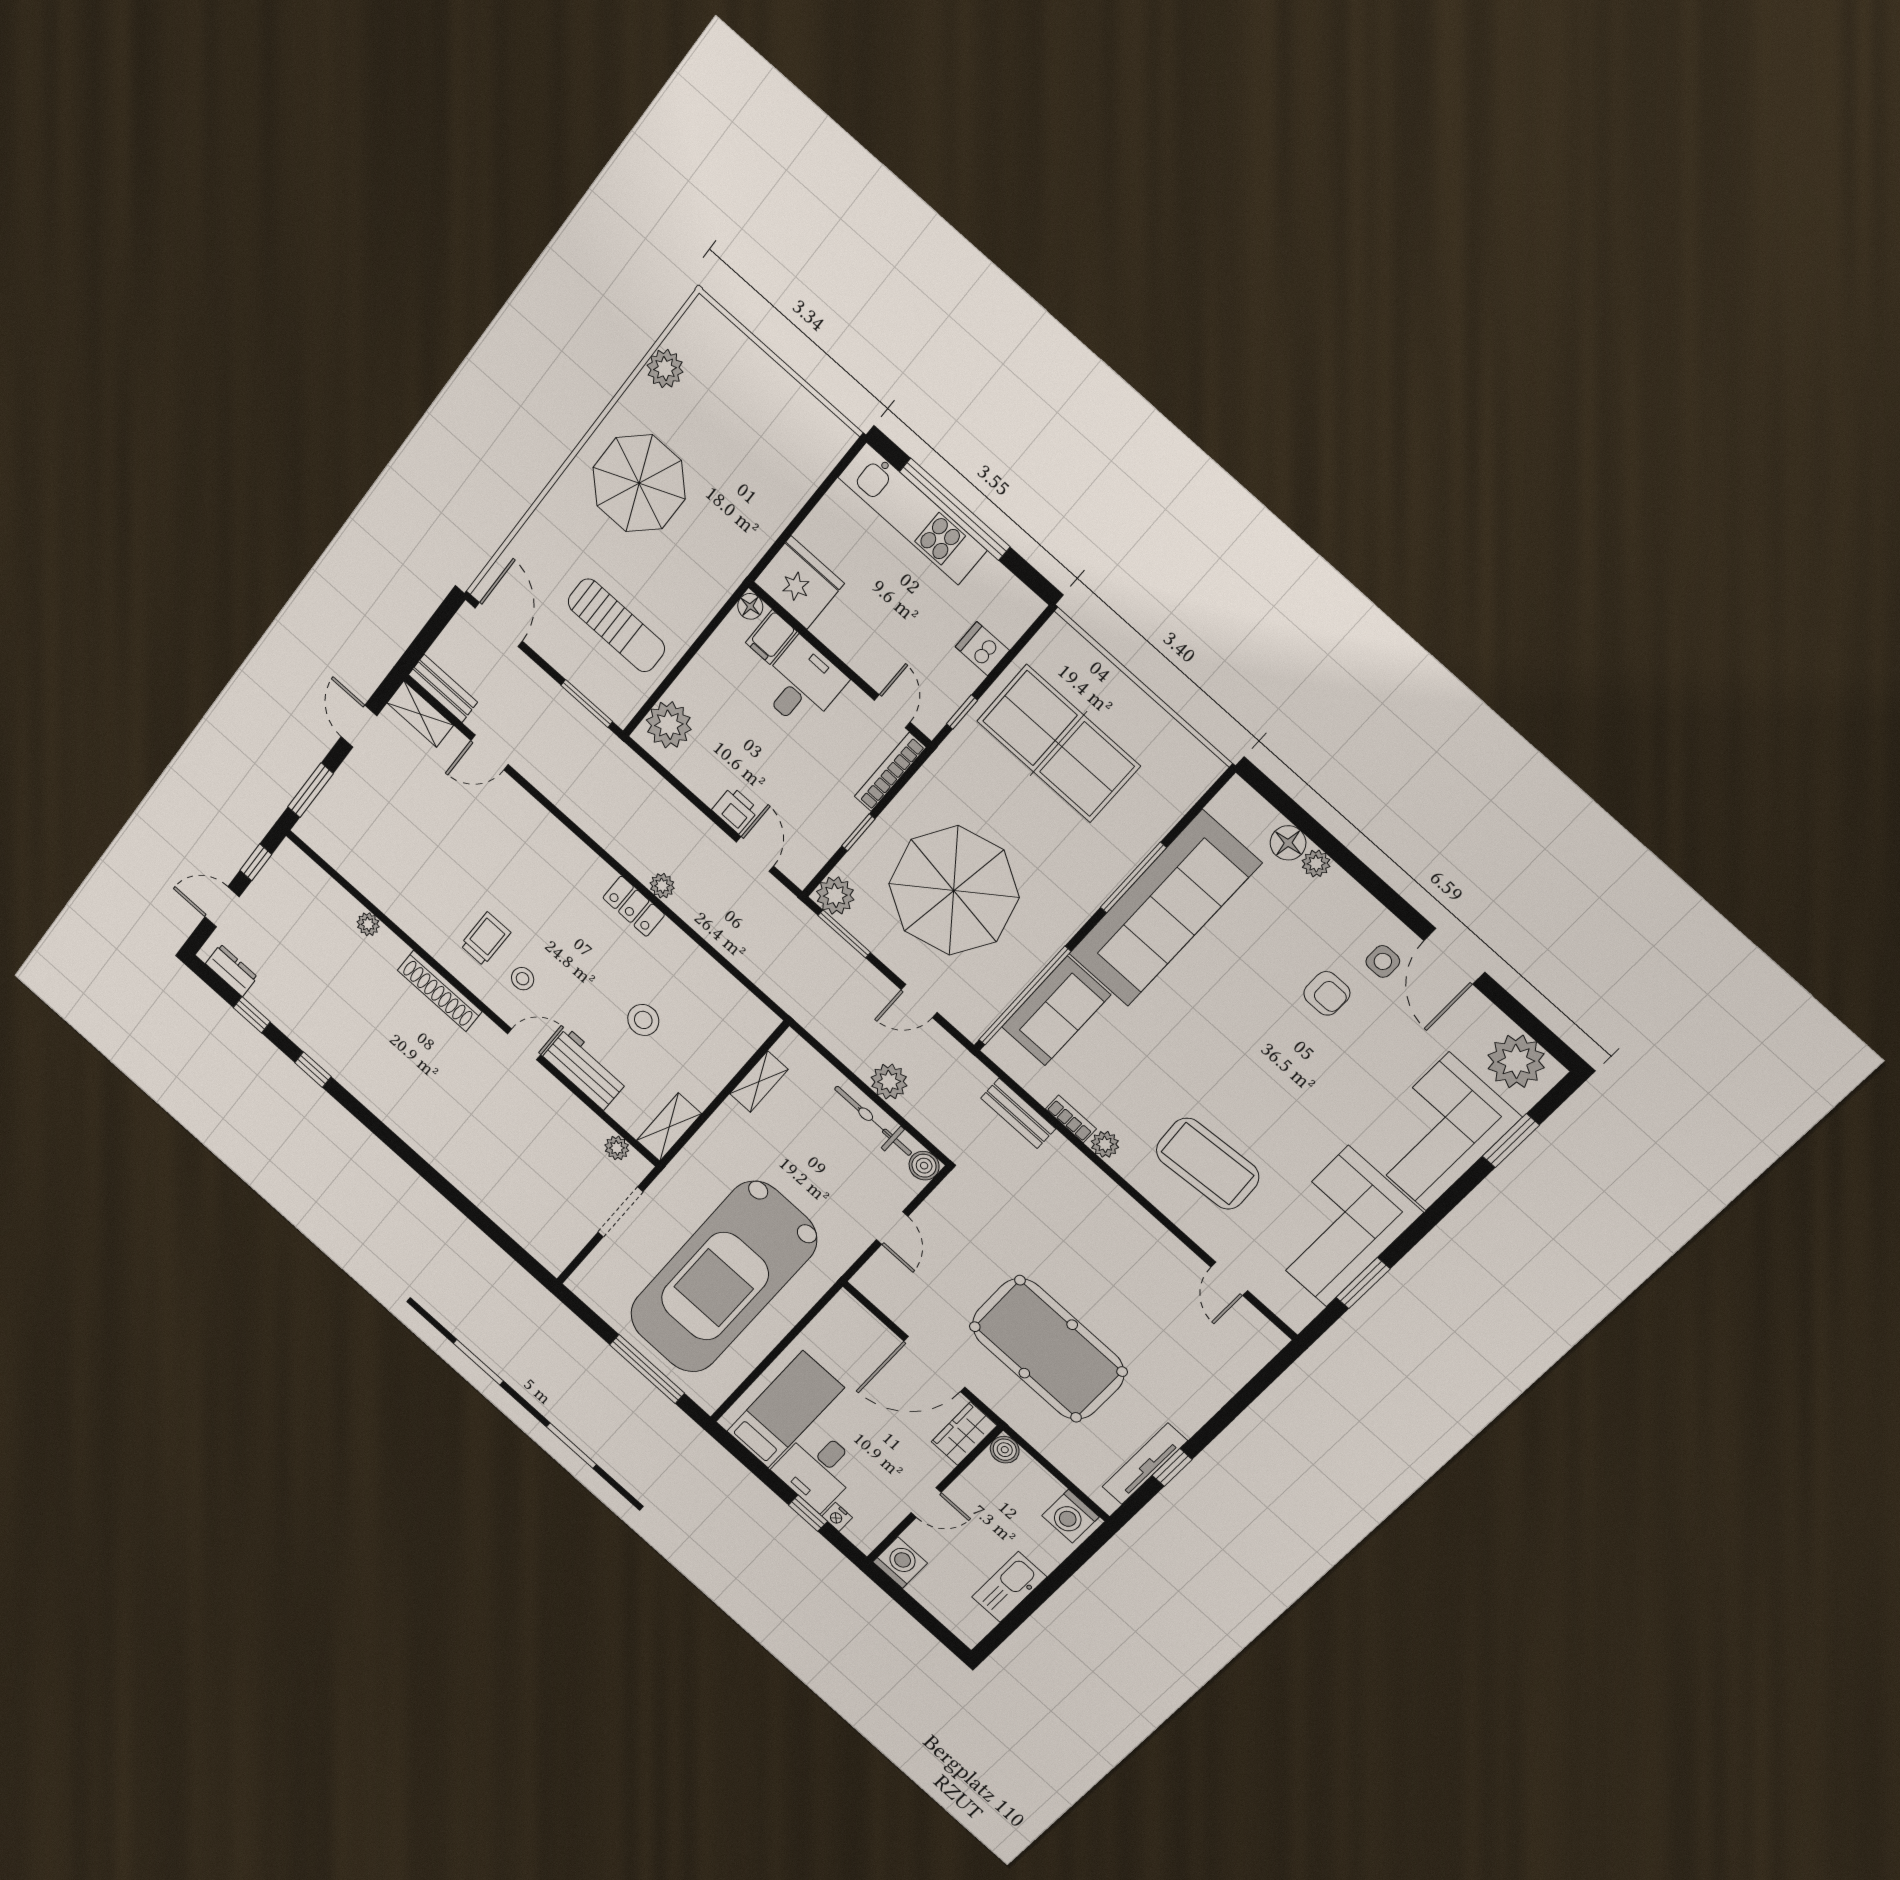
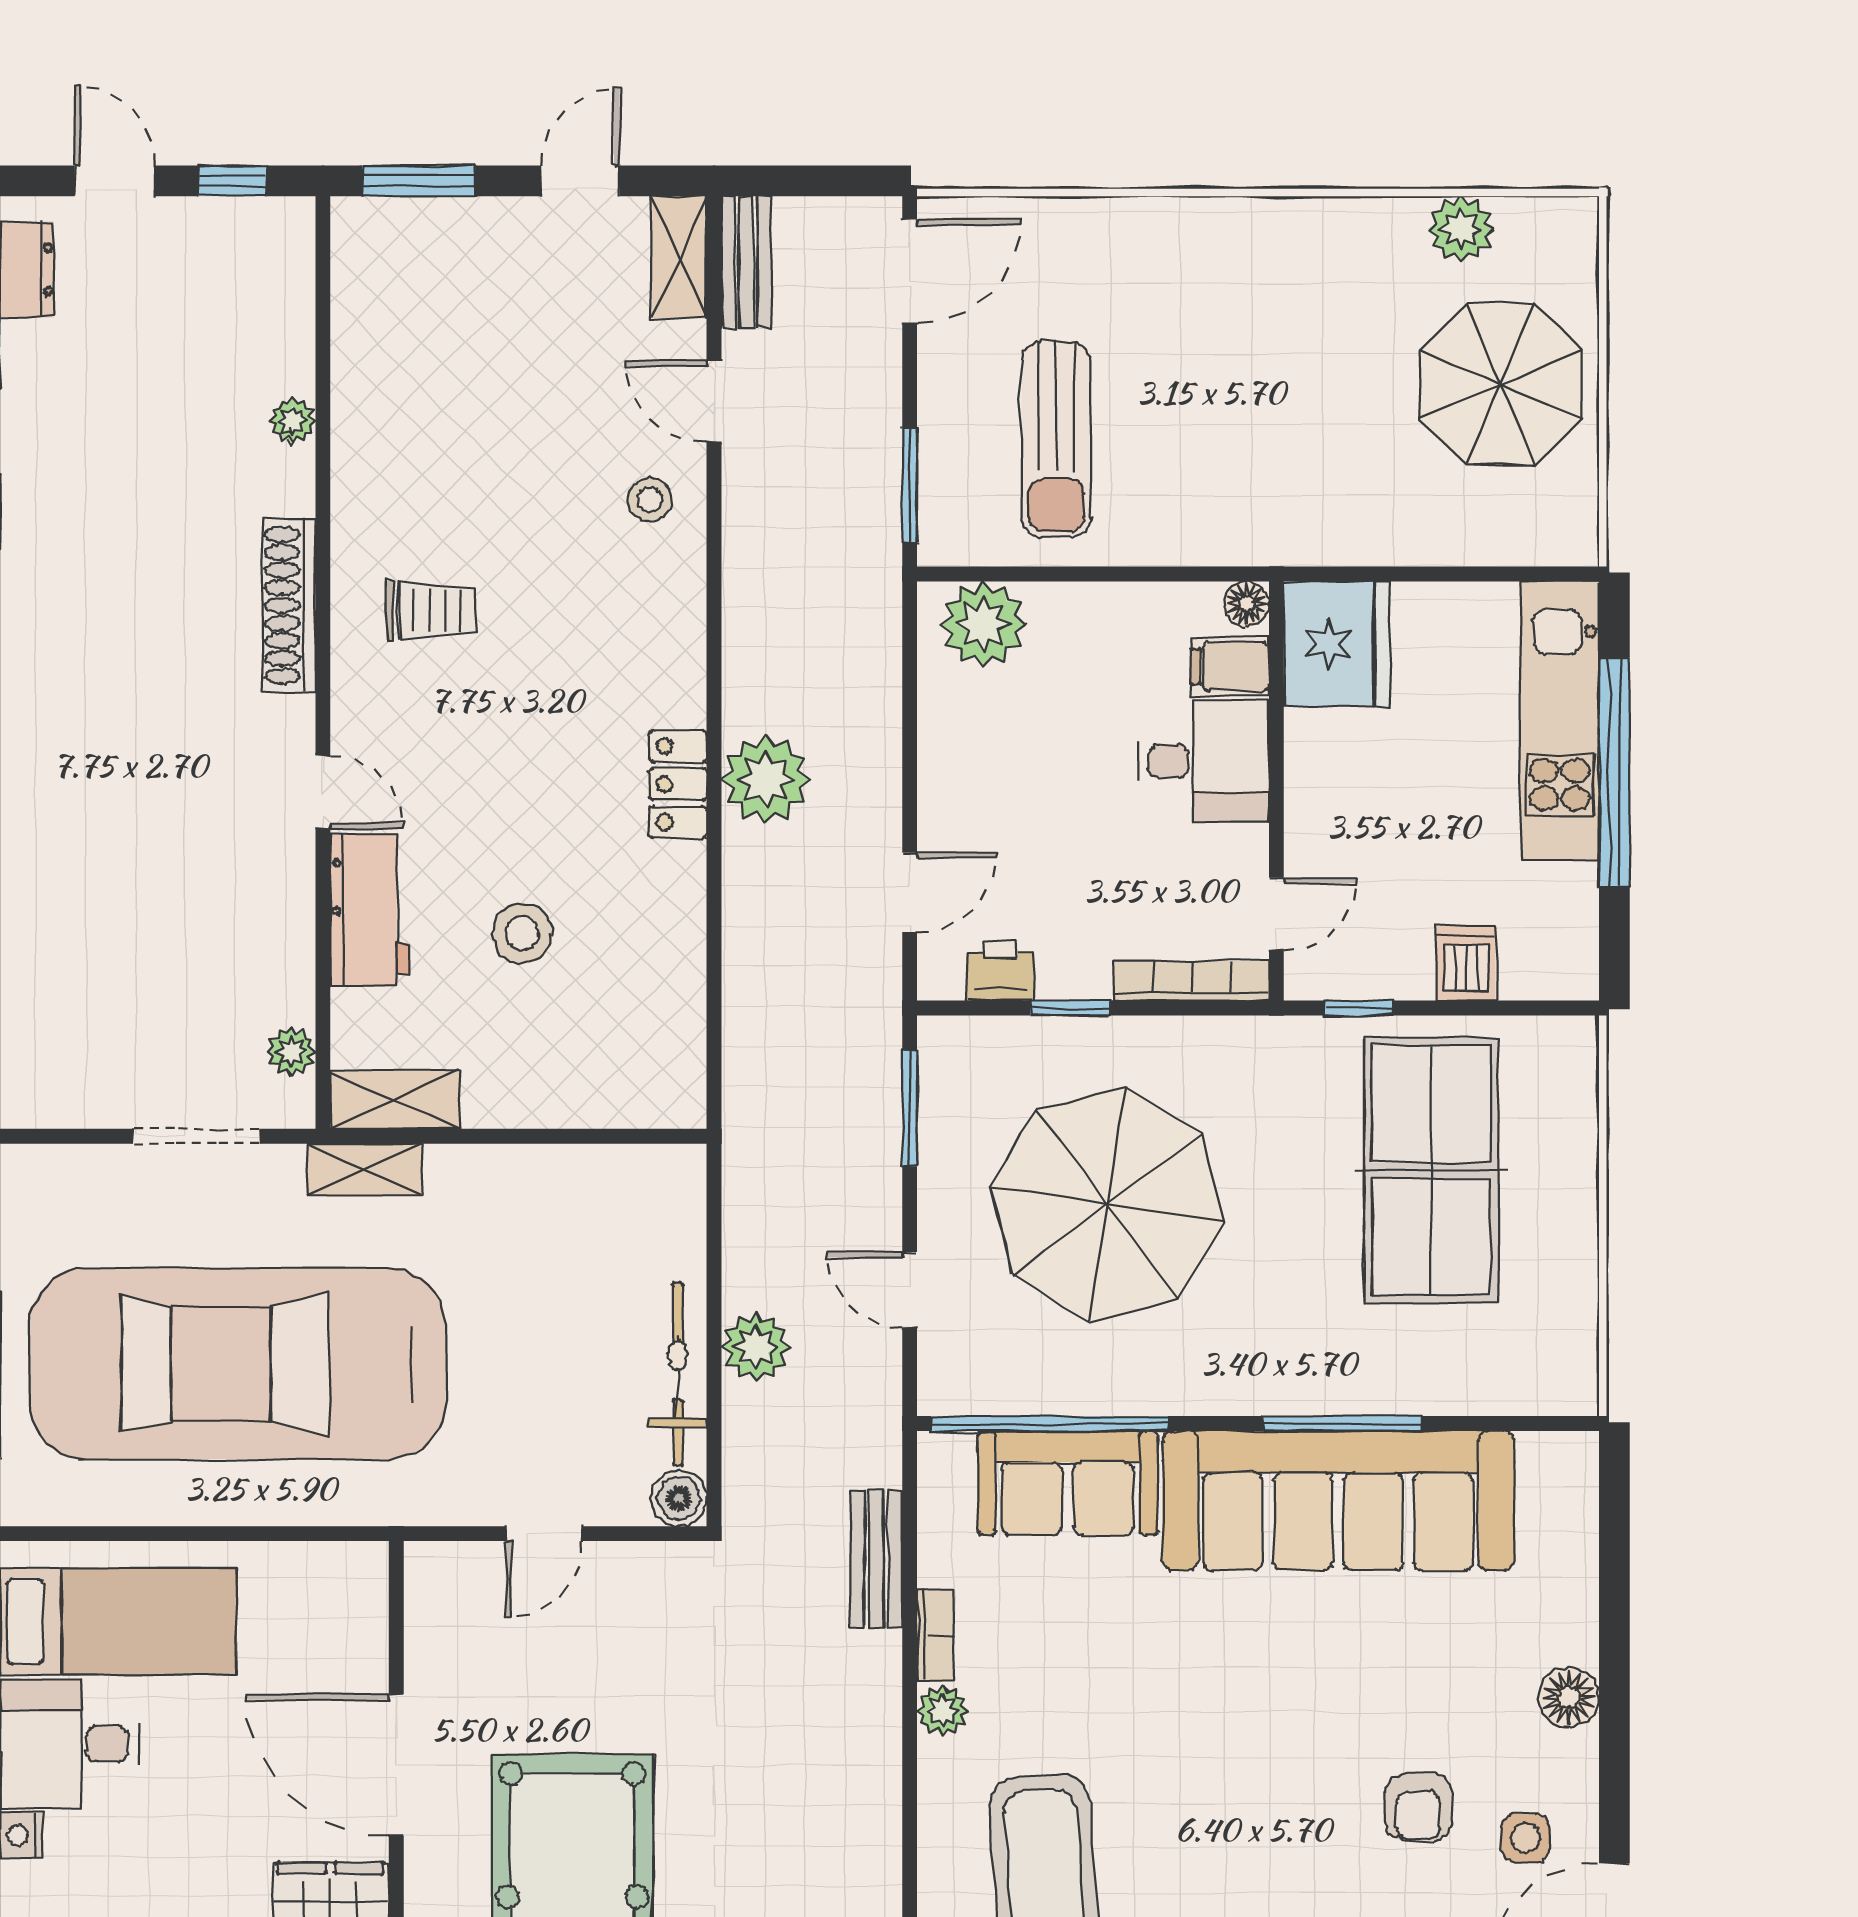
parasol: (639, 483) -> (1501, 384), moved
printer: (735, 810) -> (1000, 970), moved, turned -90
floor lamp: (1288, 843) -> (1569, 1697), moved
plant: (1316, 863) -> (1575, 1638), removed
plant: (662, 886) -> (766, 779), width x1.88, depth x1.88
plant: (835, 896) -> (952, 1051), removed
stool: (523, 979) -> (650, 500), moved
shelving: (759, 1082) -> (364, 1169), moved

